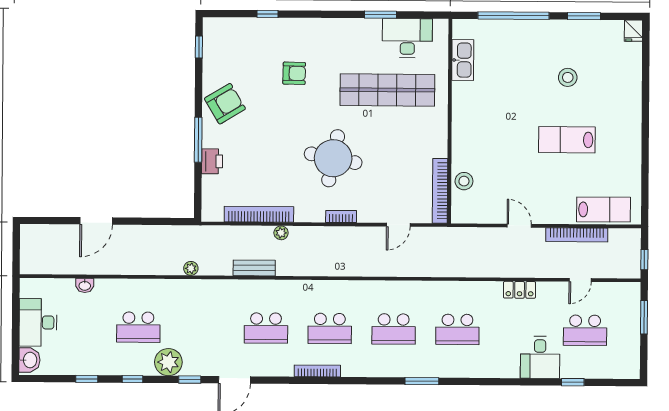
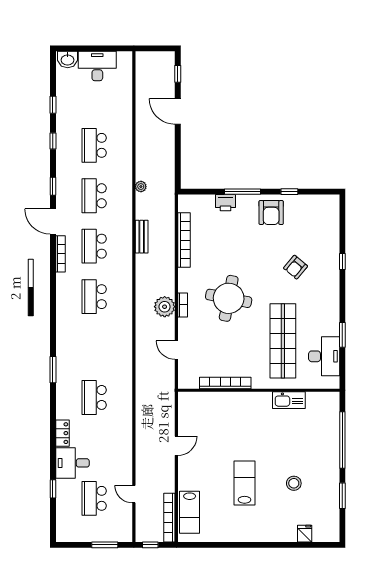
window: (268, 14) -> (342, 262), moved
fridge: (633, 31) -> (305, 534), moved, turned 90
window: (199, 47) -> (289, 192), moved
kitchen sink: (463, 60) -> (289, 400), moved
armchair: (294, 73) -> (296, 267), turned 39
armchair: (225, 104) -> (271, 213), turned 31
stool: (464, 181) -> (211, 402), removed
bookcase: (440, 191) -> (225, 383), moved
window: (49, 221) -> (178, 74), added
plant: (281, 233) -> (165, 307), moved, width x1.88, depth x1.88
bookcase: (577, 235) -> (169, 518), moved
washbasin: (85, 285) -> (127, 103), removed
locker: (520, 290) -> (63, 433), moved, turned 180
school desk: (394, 329) -> (94, 196), moved
plant: (168, 362) -> (67, 169), removed
bookcase: (317, 371) -> (60, 254), moved

